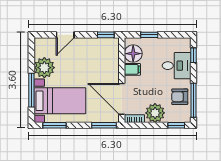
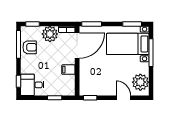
door: (65, 35) -> (123, 98), hinge flipped
floor lamp: (133, 54) -> (68, 83), removed
desk: (177, 66) -> (32, 85), moved
plant: (44, 68) -> (140, 82), moved
door: (122, 99) -> (77, 46), hinge flipped

